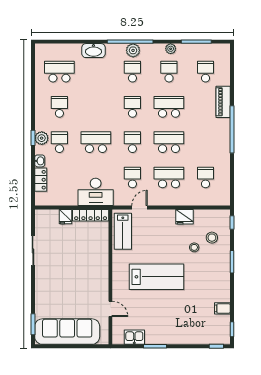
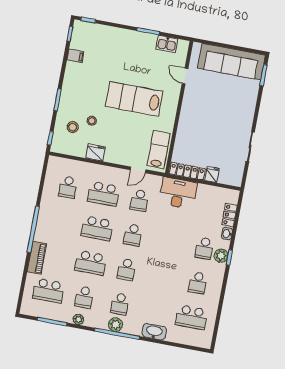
school desk: (206, 72) -> (49, 291), width x1.85
school desk: (96, 142) -> (169, 242), removed

